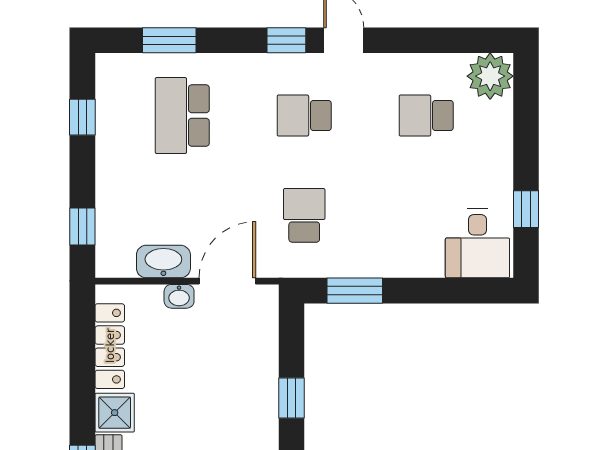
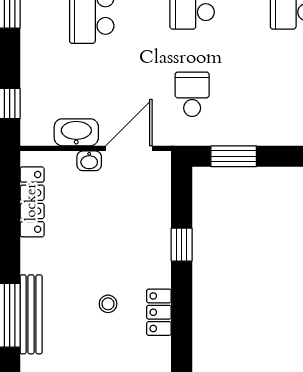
shower: (115, 413) -> (36, 257), removed

